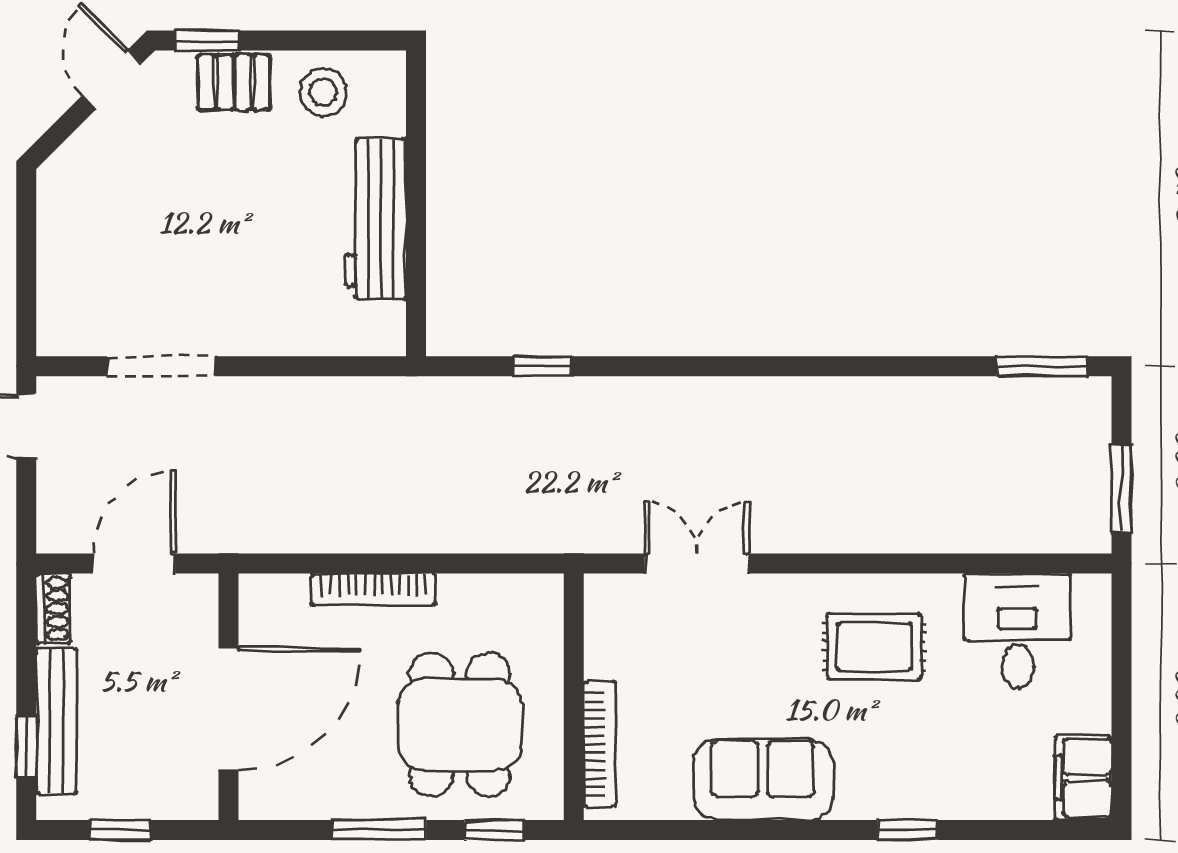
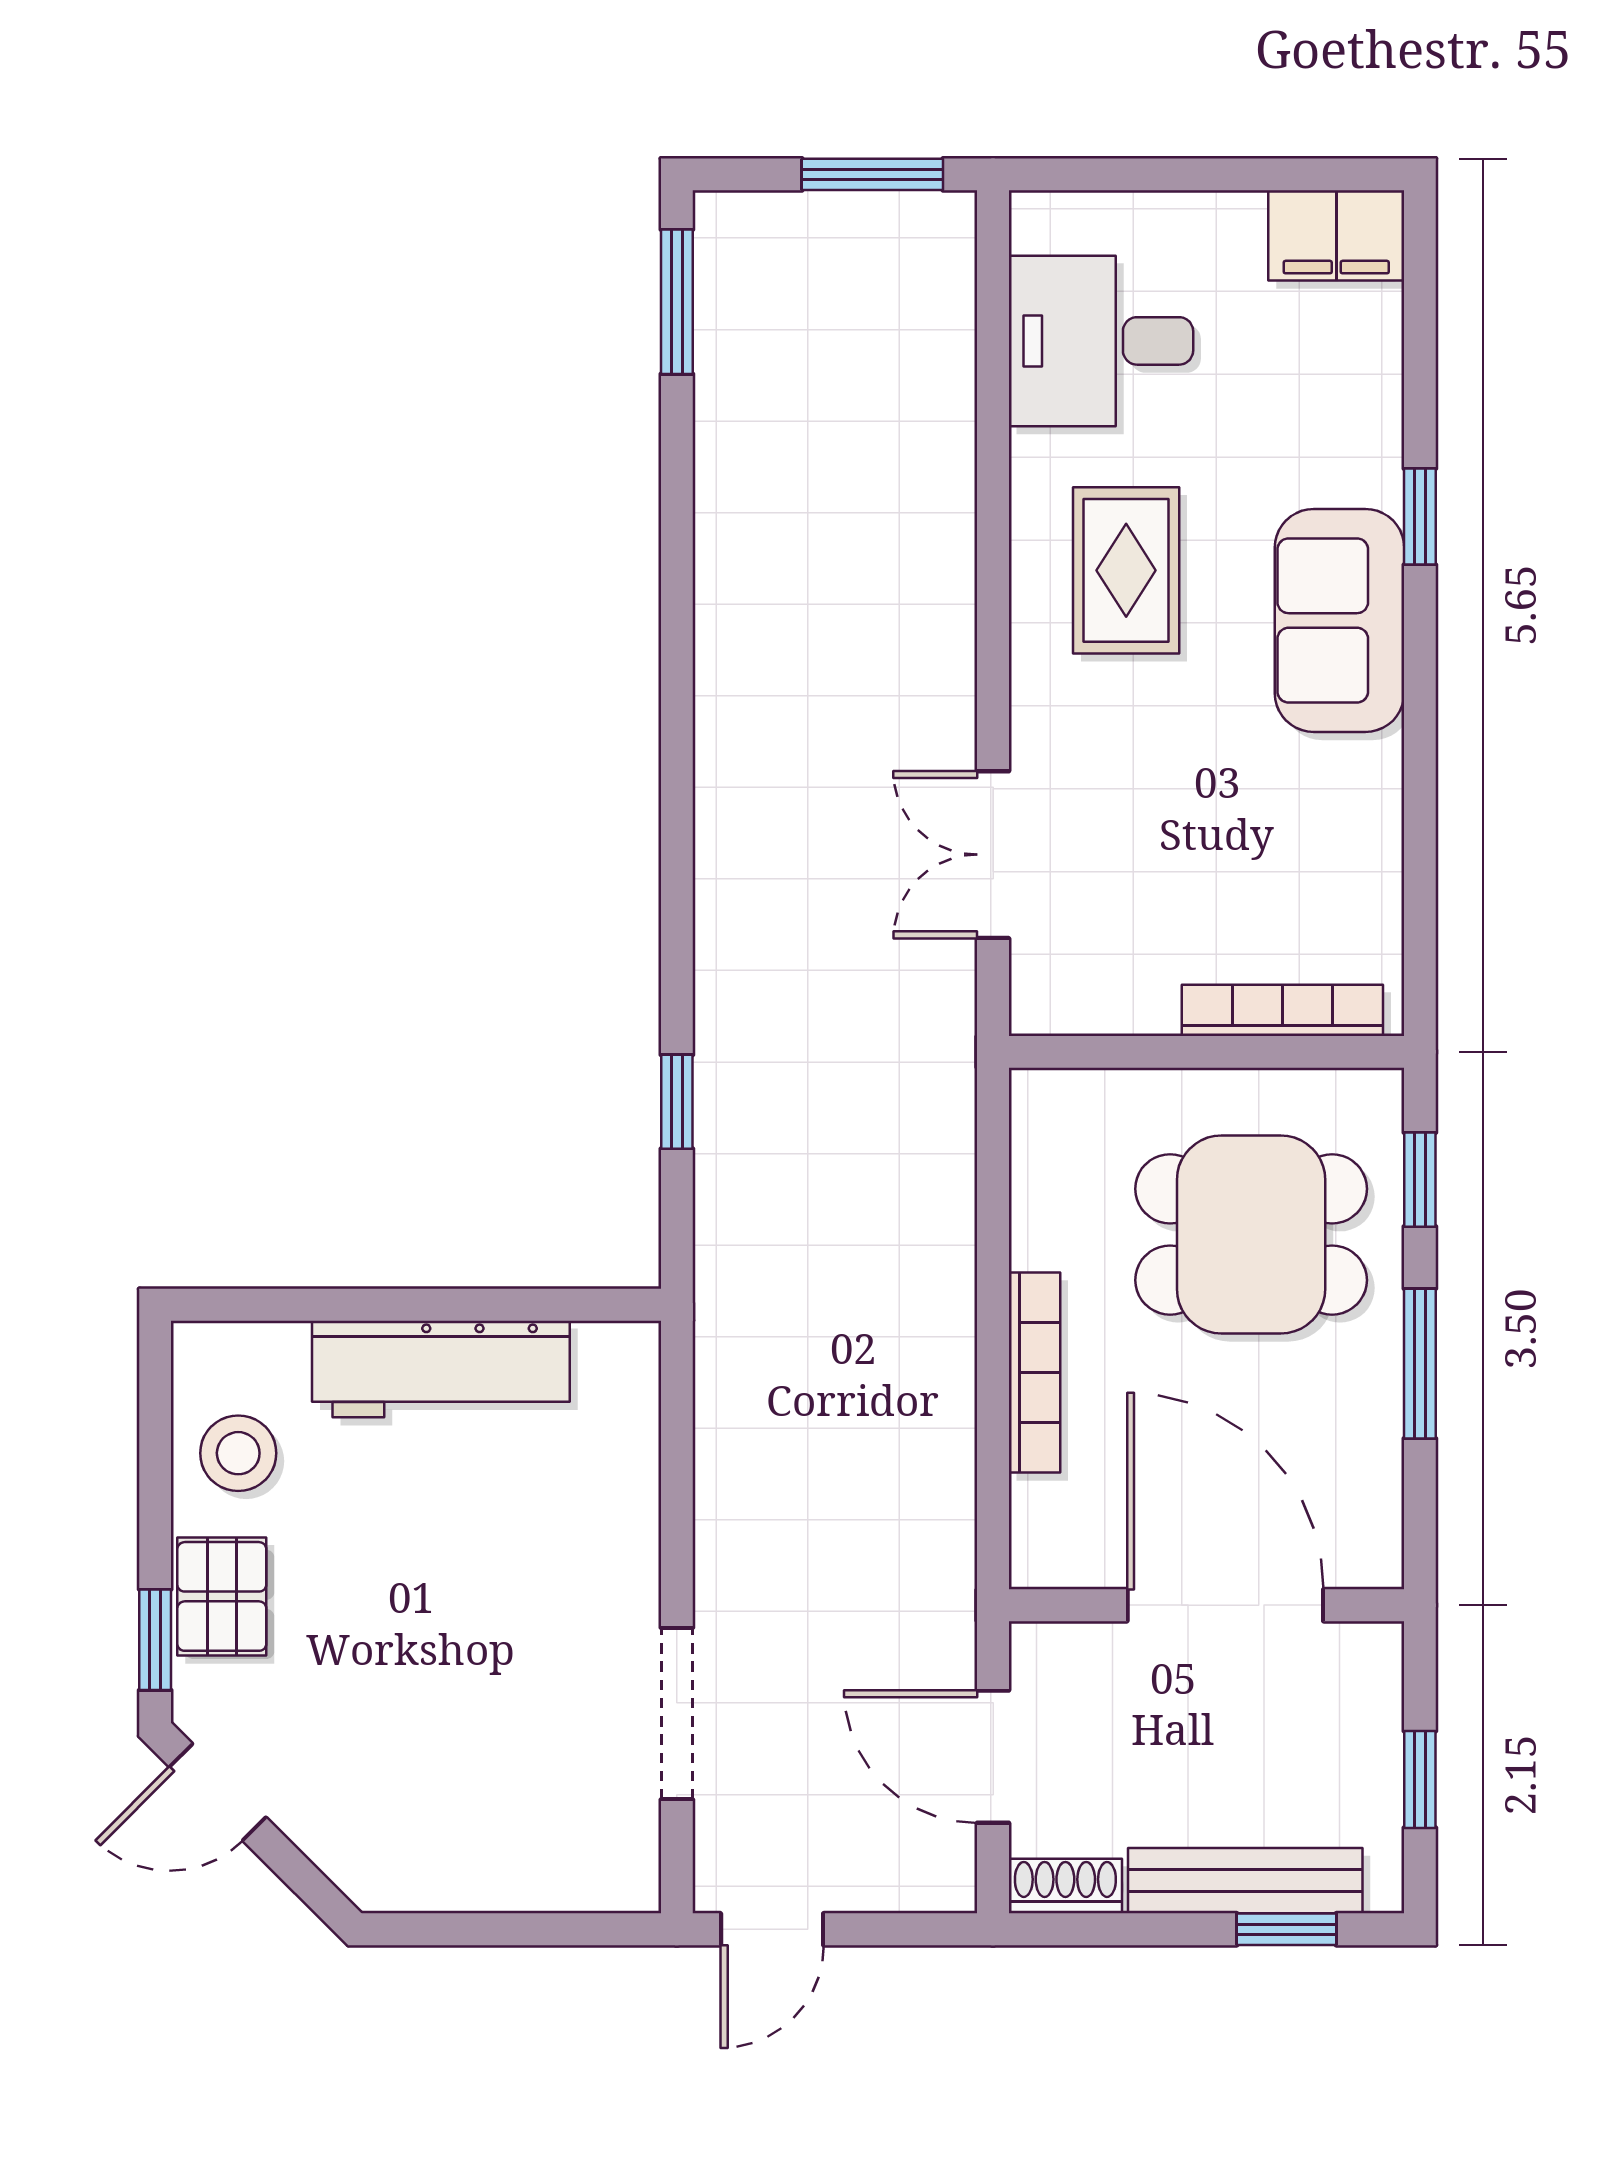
sofa: (763, 780) -> (1340, 620), moved

